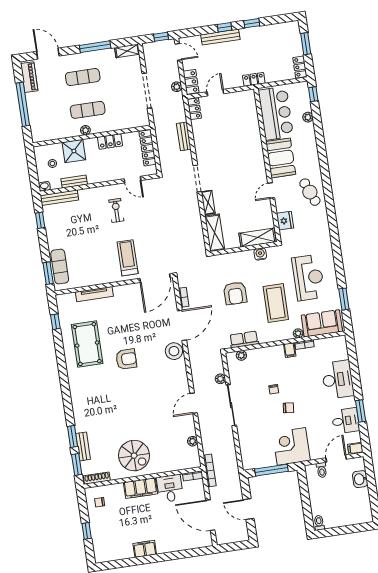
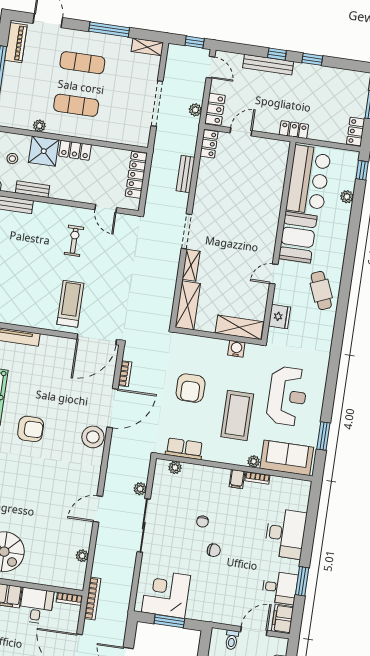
plant: (85, 130) -> (39, 126), moved
locker: (110, 141) -> (75, 150), moved
corner desk: (291, 446) -> (166, 594), moved
filing cabinet: (355, 448) -> (283, 619), width x2.00
window: (271, 470) -> (169, 621), width x0.69

